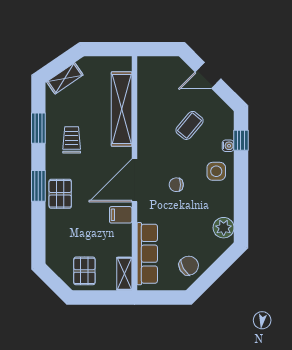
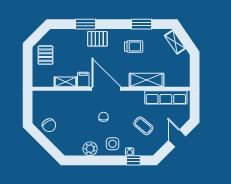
shelving: (122, 109) -> (146, 80), width x0.68
window: (38, 186) -> (85, 24), moved
plant: (224, 228) -> (90, 149), moved
row of seats: (147, 254) -> (166, 97), moved
pallet: (84, 271) -> (46, 55), turned 90
shelving: (124, 274) -> (65, 82), moved

